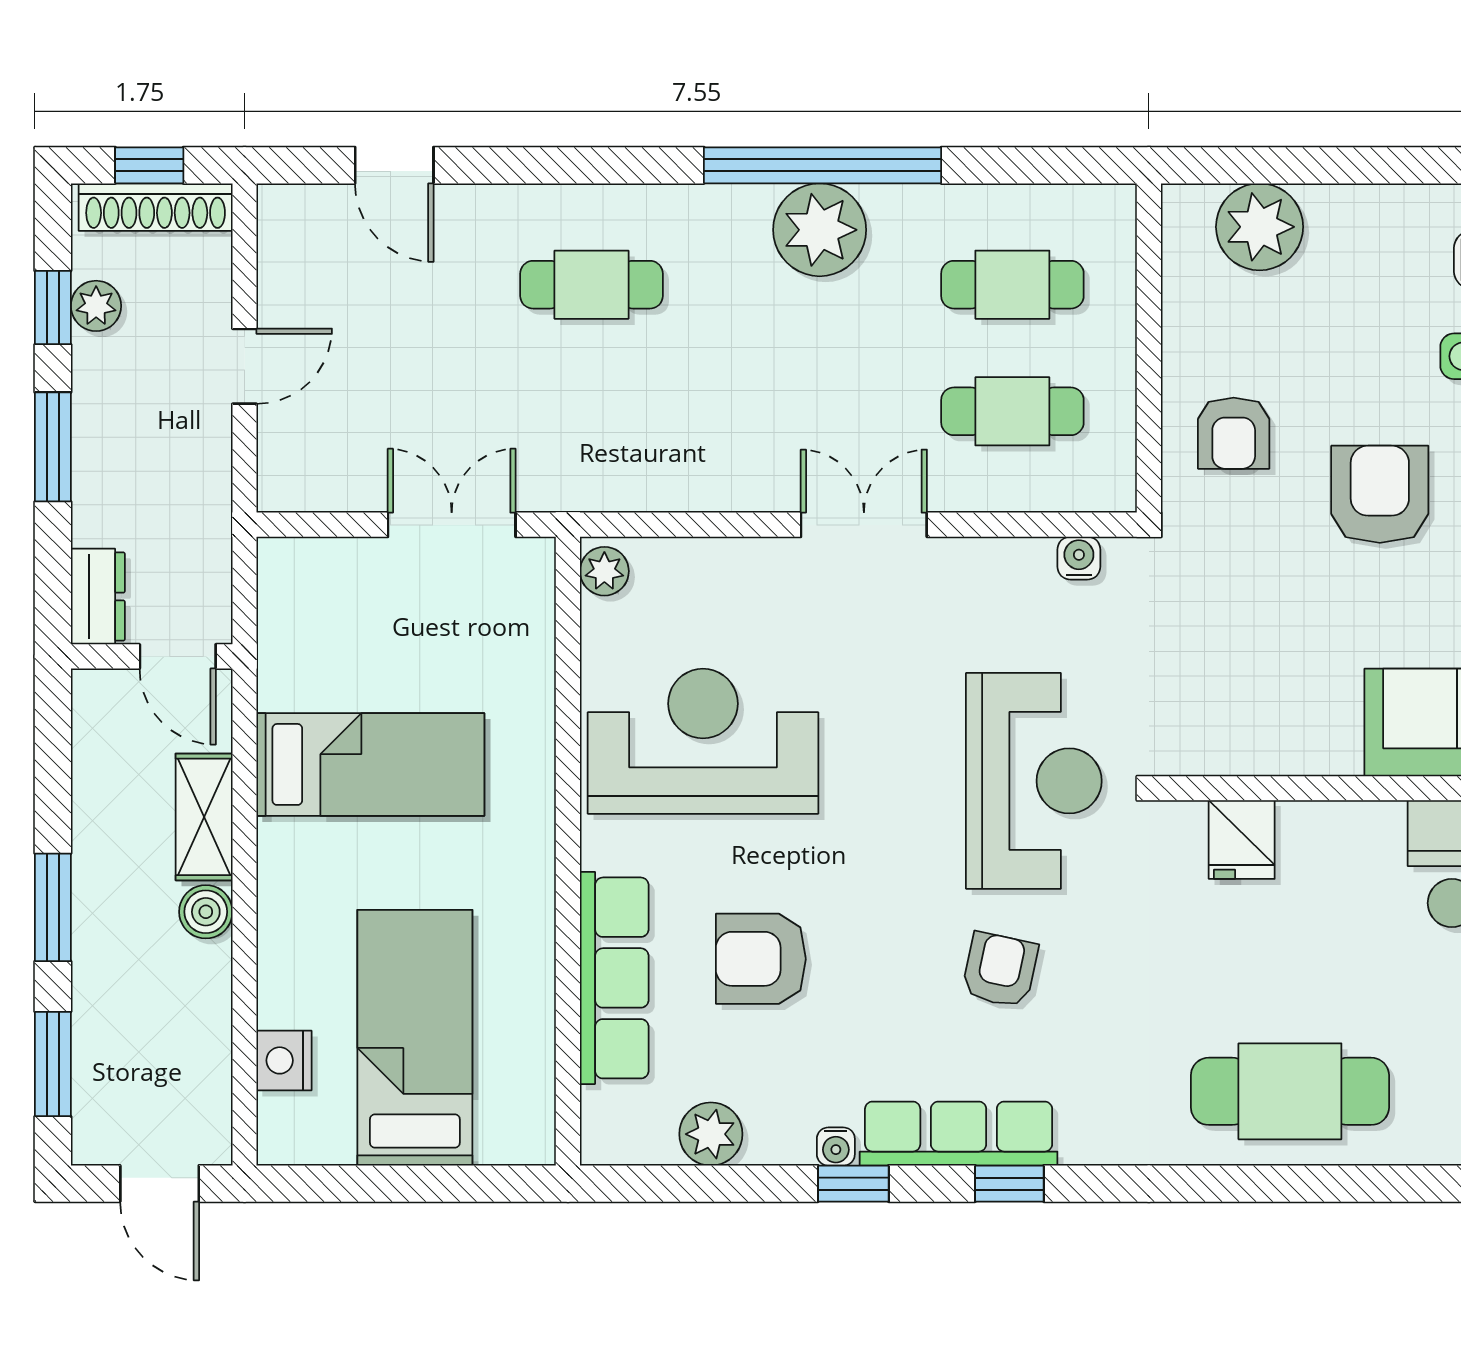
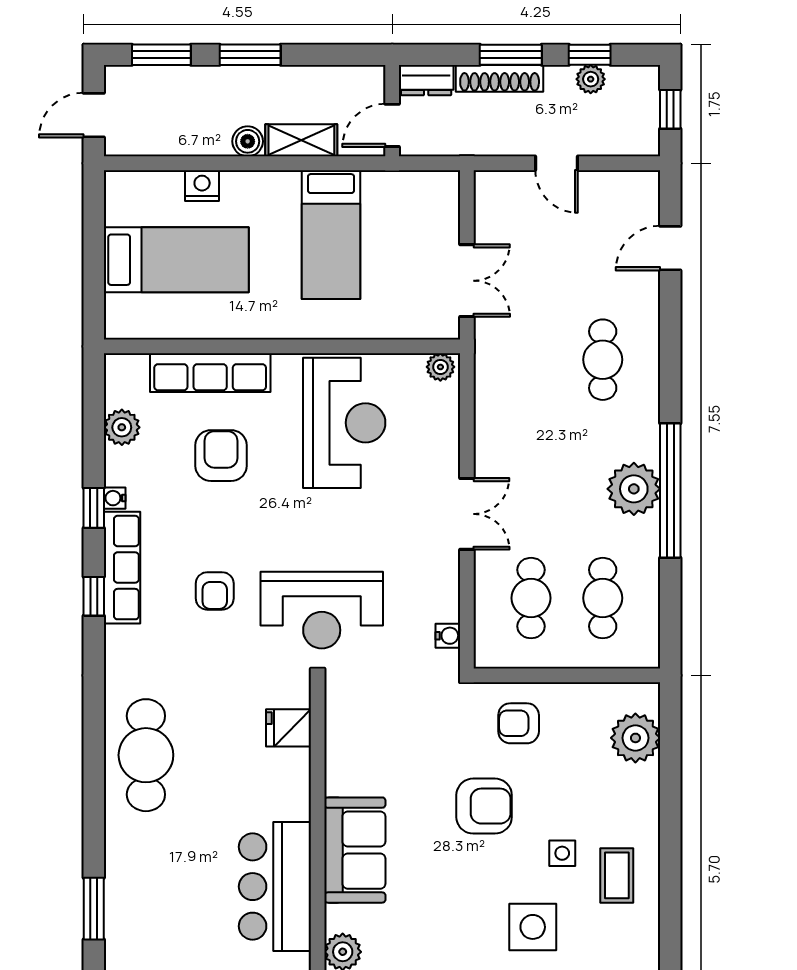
shoe rack: (156, 207) -> (500, 78), moved, turned -90
armchair: (1000, 970) -> (215, 591), turned 78
nightstand: (284, 1060) -> (202, 186), moved

